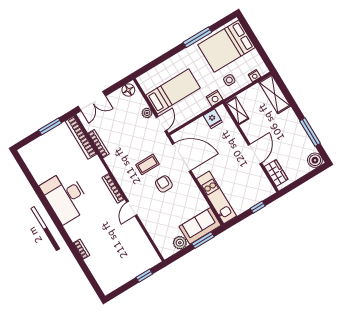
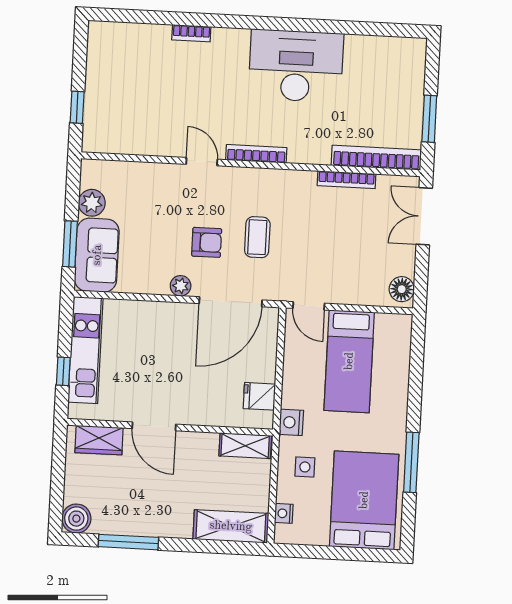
plant: (147, 113) -> (181, 286), moved
kitchen unit: (216, 197) -> (86, 350), moved, turned -90

